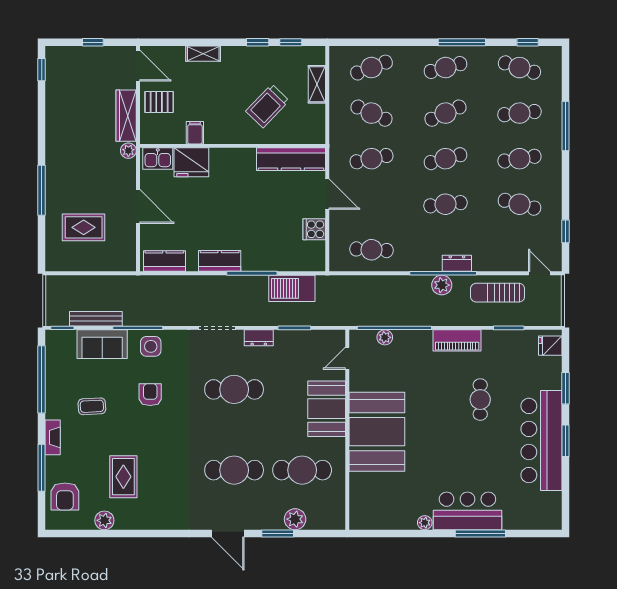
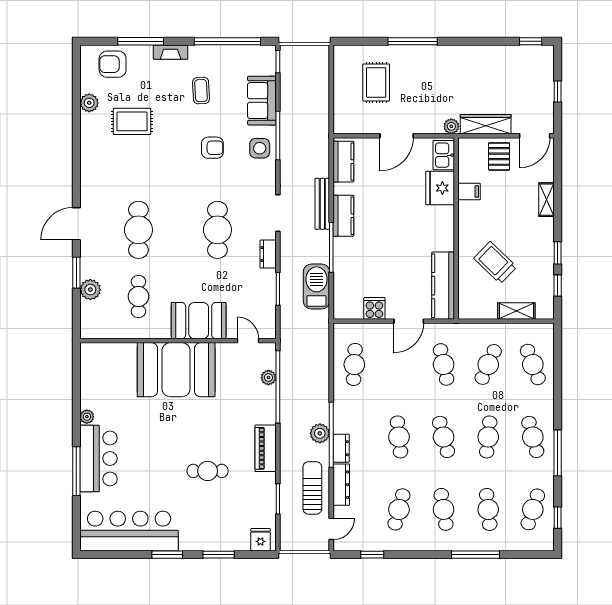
cafe table: (445, 113) -> (488, 437), turned 30
dresser: (494, 263) -> (341, 485), added
bench: (96, 319) -> (322, 204), moved
bar counter: (542, 440) -> (129, 531), moved
cafe table: (302, 470) -> (138, 296), width x0.73, depth x0.74

